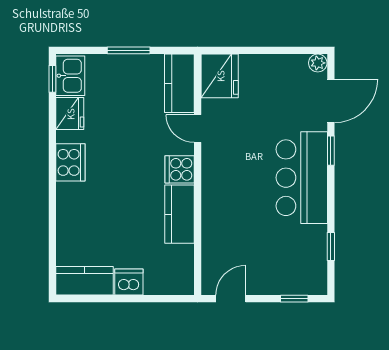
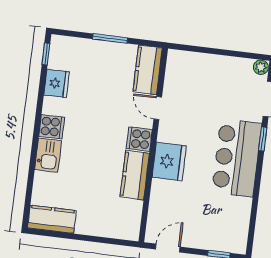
kitchen sink: (70, 76) -> (48, 155), moved
fridge: (220, 76) -> (169, 162), moved
cooker: (70, 162) -> (52, 127), width x0.73
window: (331, 247) -> (253, 216), removed
dishwasher: (129, 282) -> (87, 225), removed

